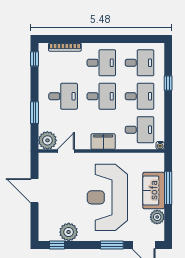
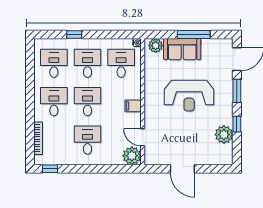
window: (34, 113) -> (104, 169), removed
filing cabinet: (103, 142) -> (133, 106), width x0.50
window: (168, 188) -> (194, 35), moved
door: (34, 191) -> (182, 169), hinge flipped
reception desk: (107, 197) -> (189, 96), width x0.74, depth x0.77
plant: (157, 217) -> (156, 46), moved
window: (57, 245) -> (237, 124), moved

